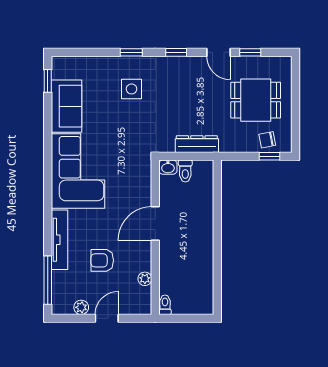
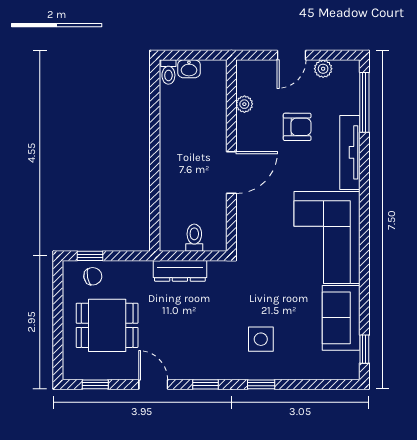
window: (250, 52) -> (95, 384), moved
washbasin: (168, 167) -> (189, 69), moved, turned 180
toilet: (165, 305) -> (168, 72), moved

